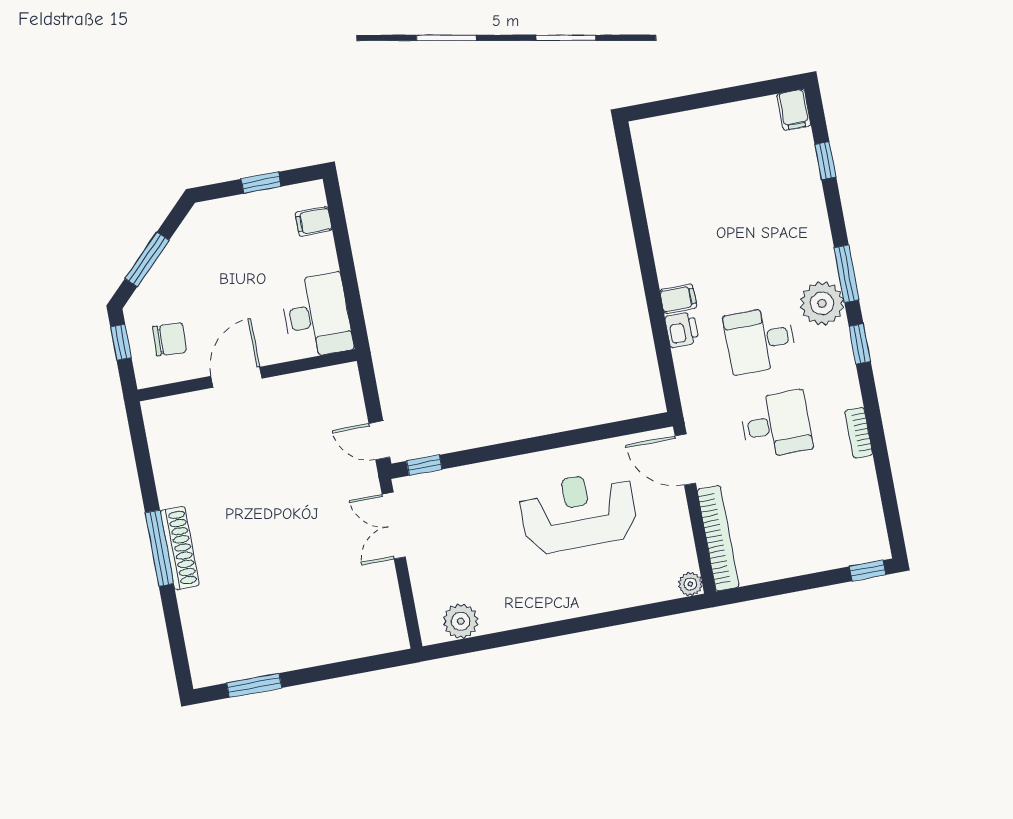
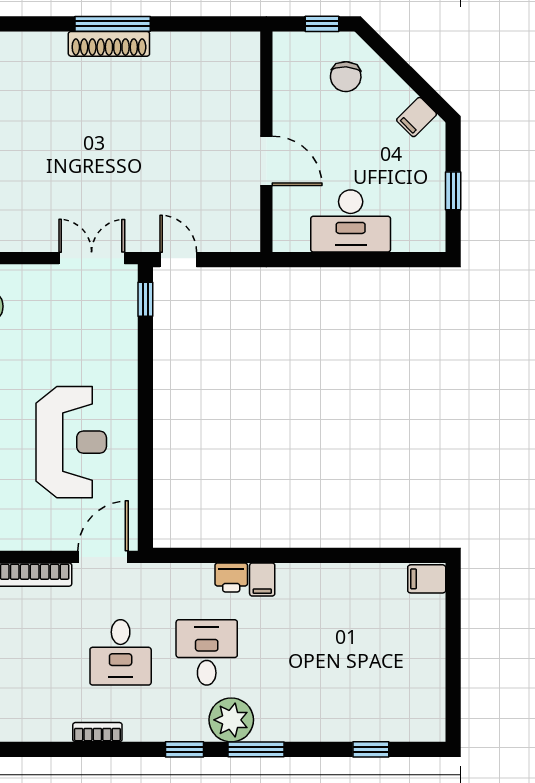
filing cabinet: (794, 110) -> (427, 579), moved
filing cabinet: (314, 221) -> (417, 117), moved, turned -135
window: (147, 259) -> (399, 65), removed
desk: (317, 316) -> (351, 221), moved
chair: (169, 339) -> (346, 77), moved
door: (236, 377) -> (266, 161), moved
door: (379, 440) -> (178, 260), hinge flipped

